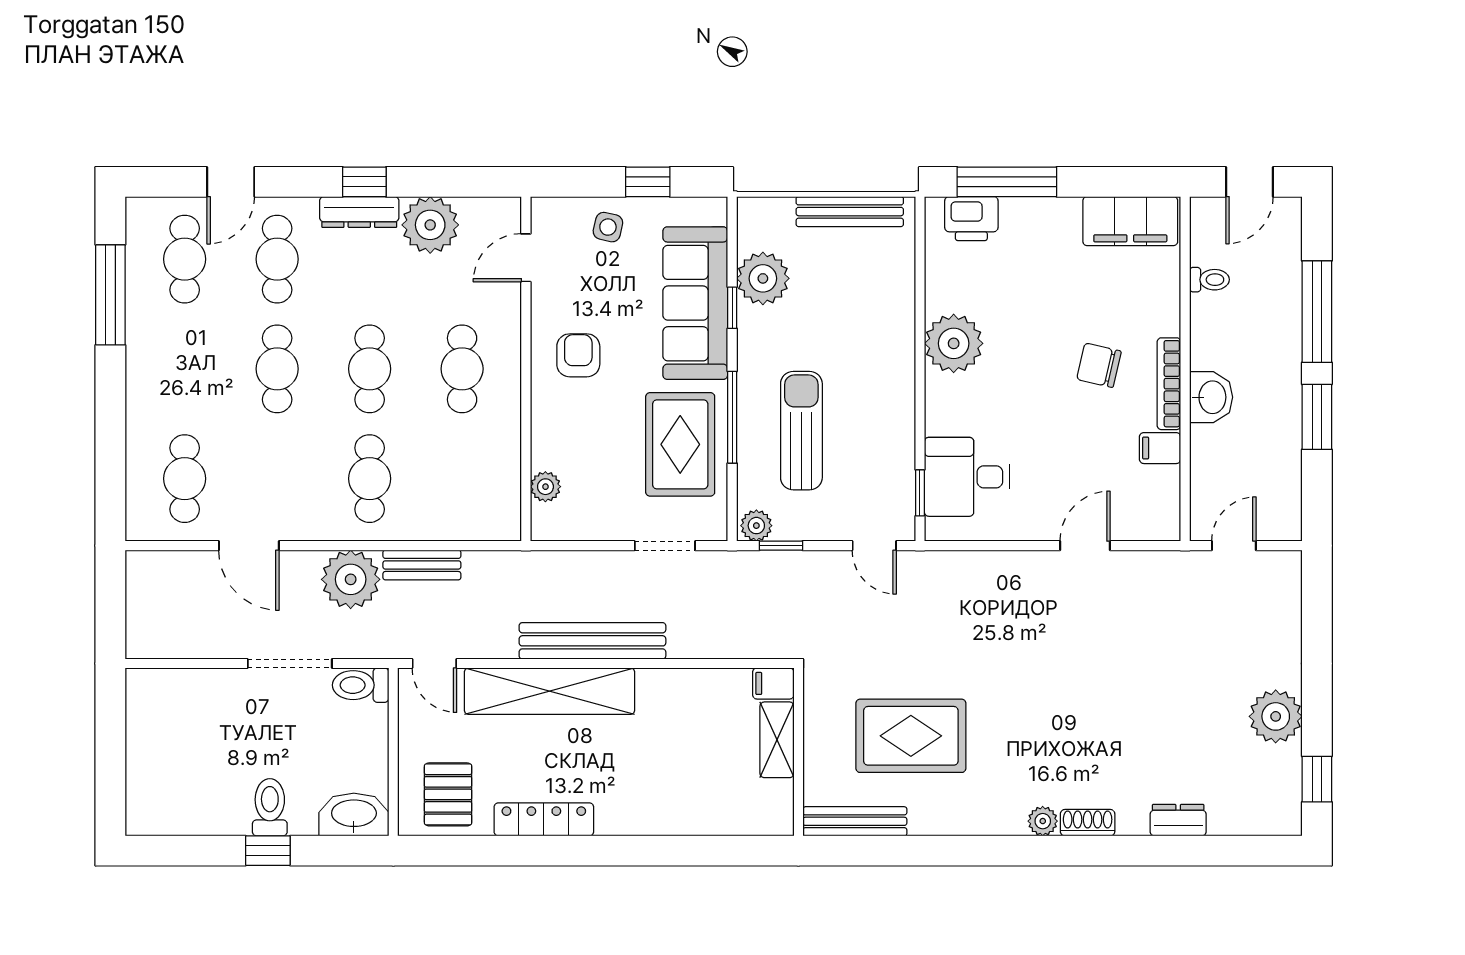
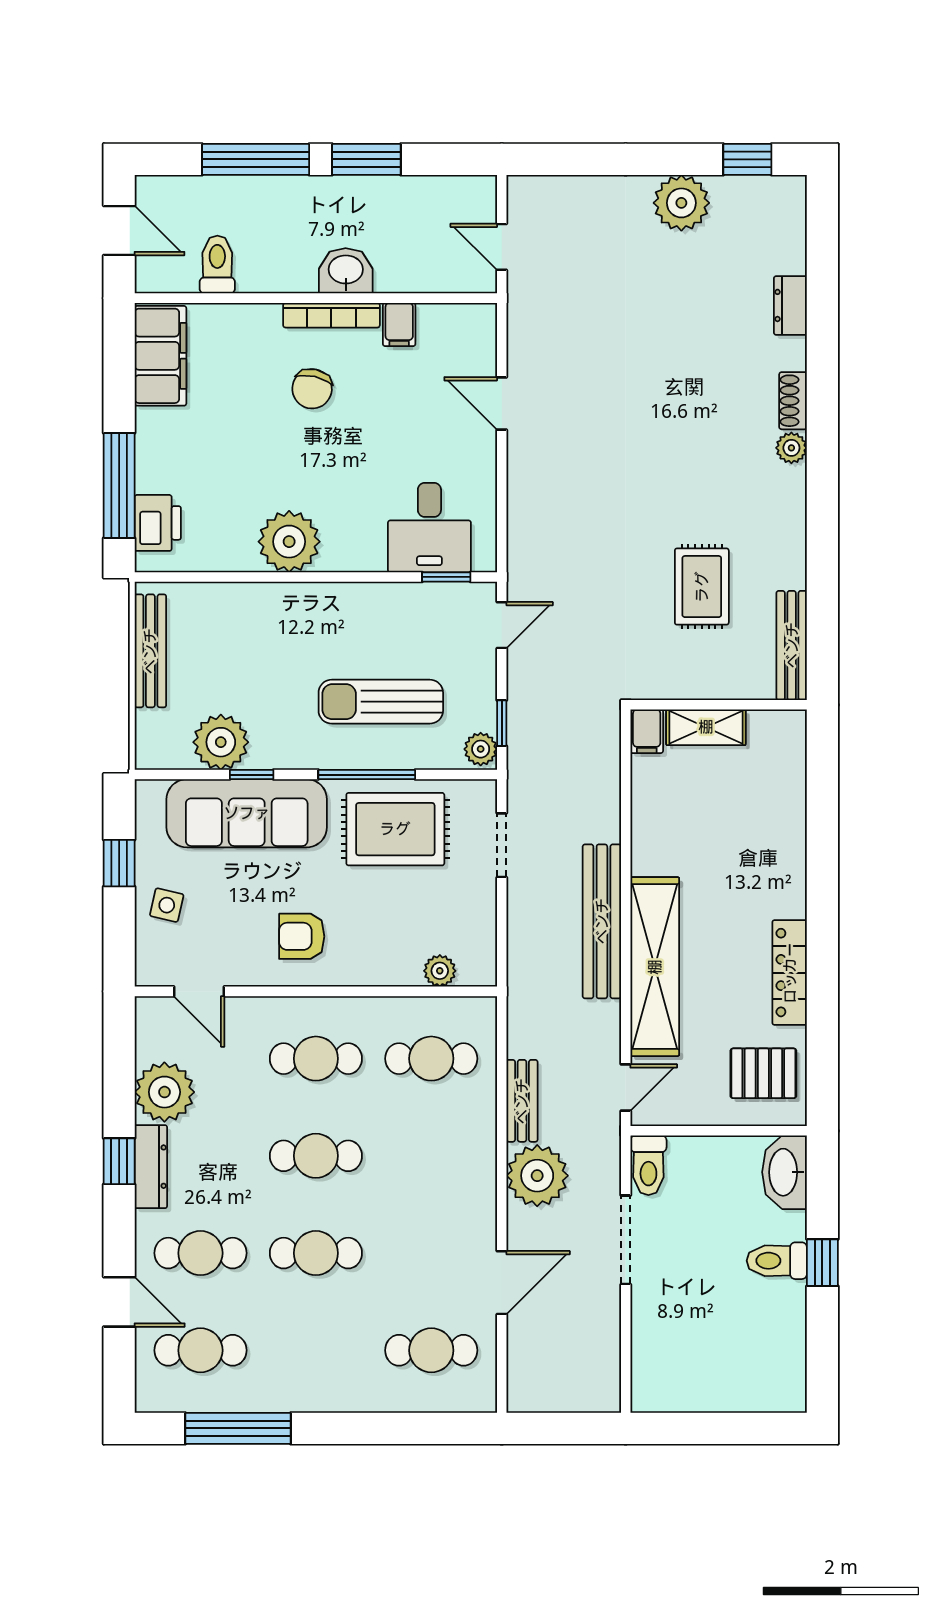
toilet: (1209, 280) -> (217, 265), width x1.37, depth x1.39
cafe table: (370, 479) -> (431, 1059), moved
rug: (911, 736) -> (702, 587), width x0.73, depth x0.70

